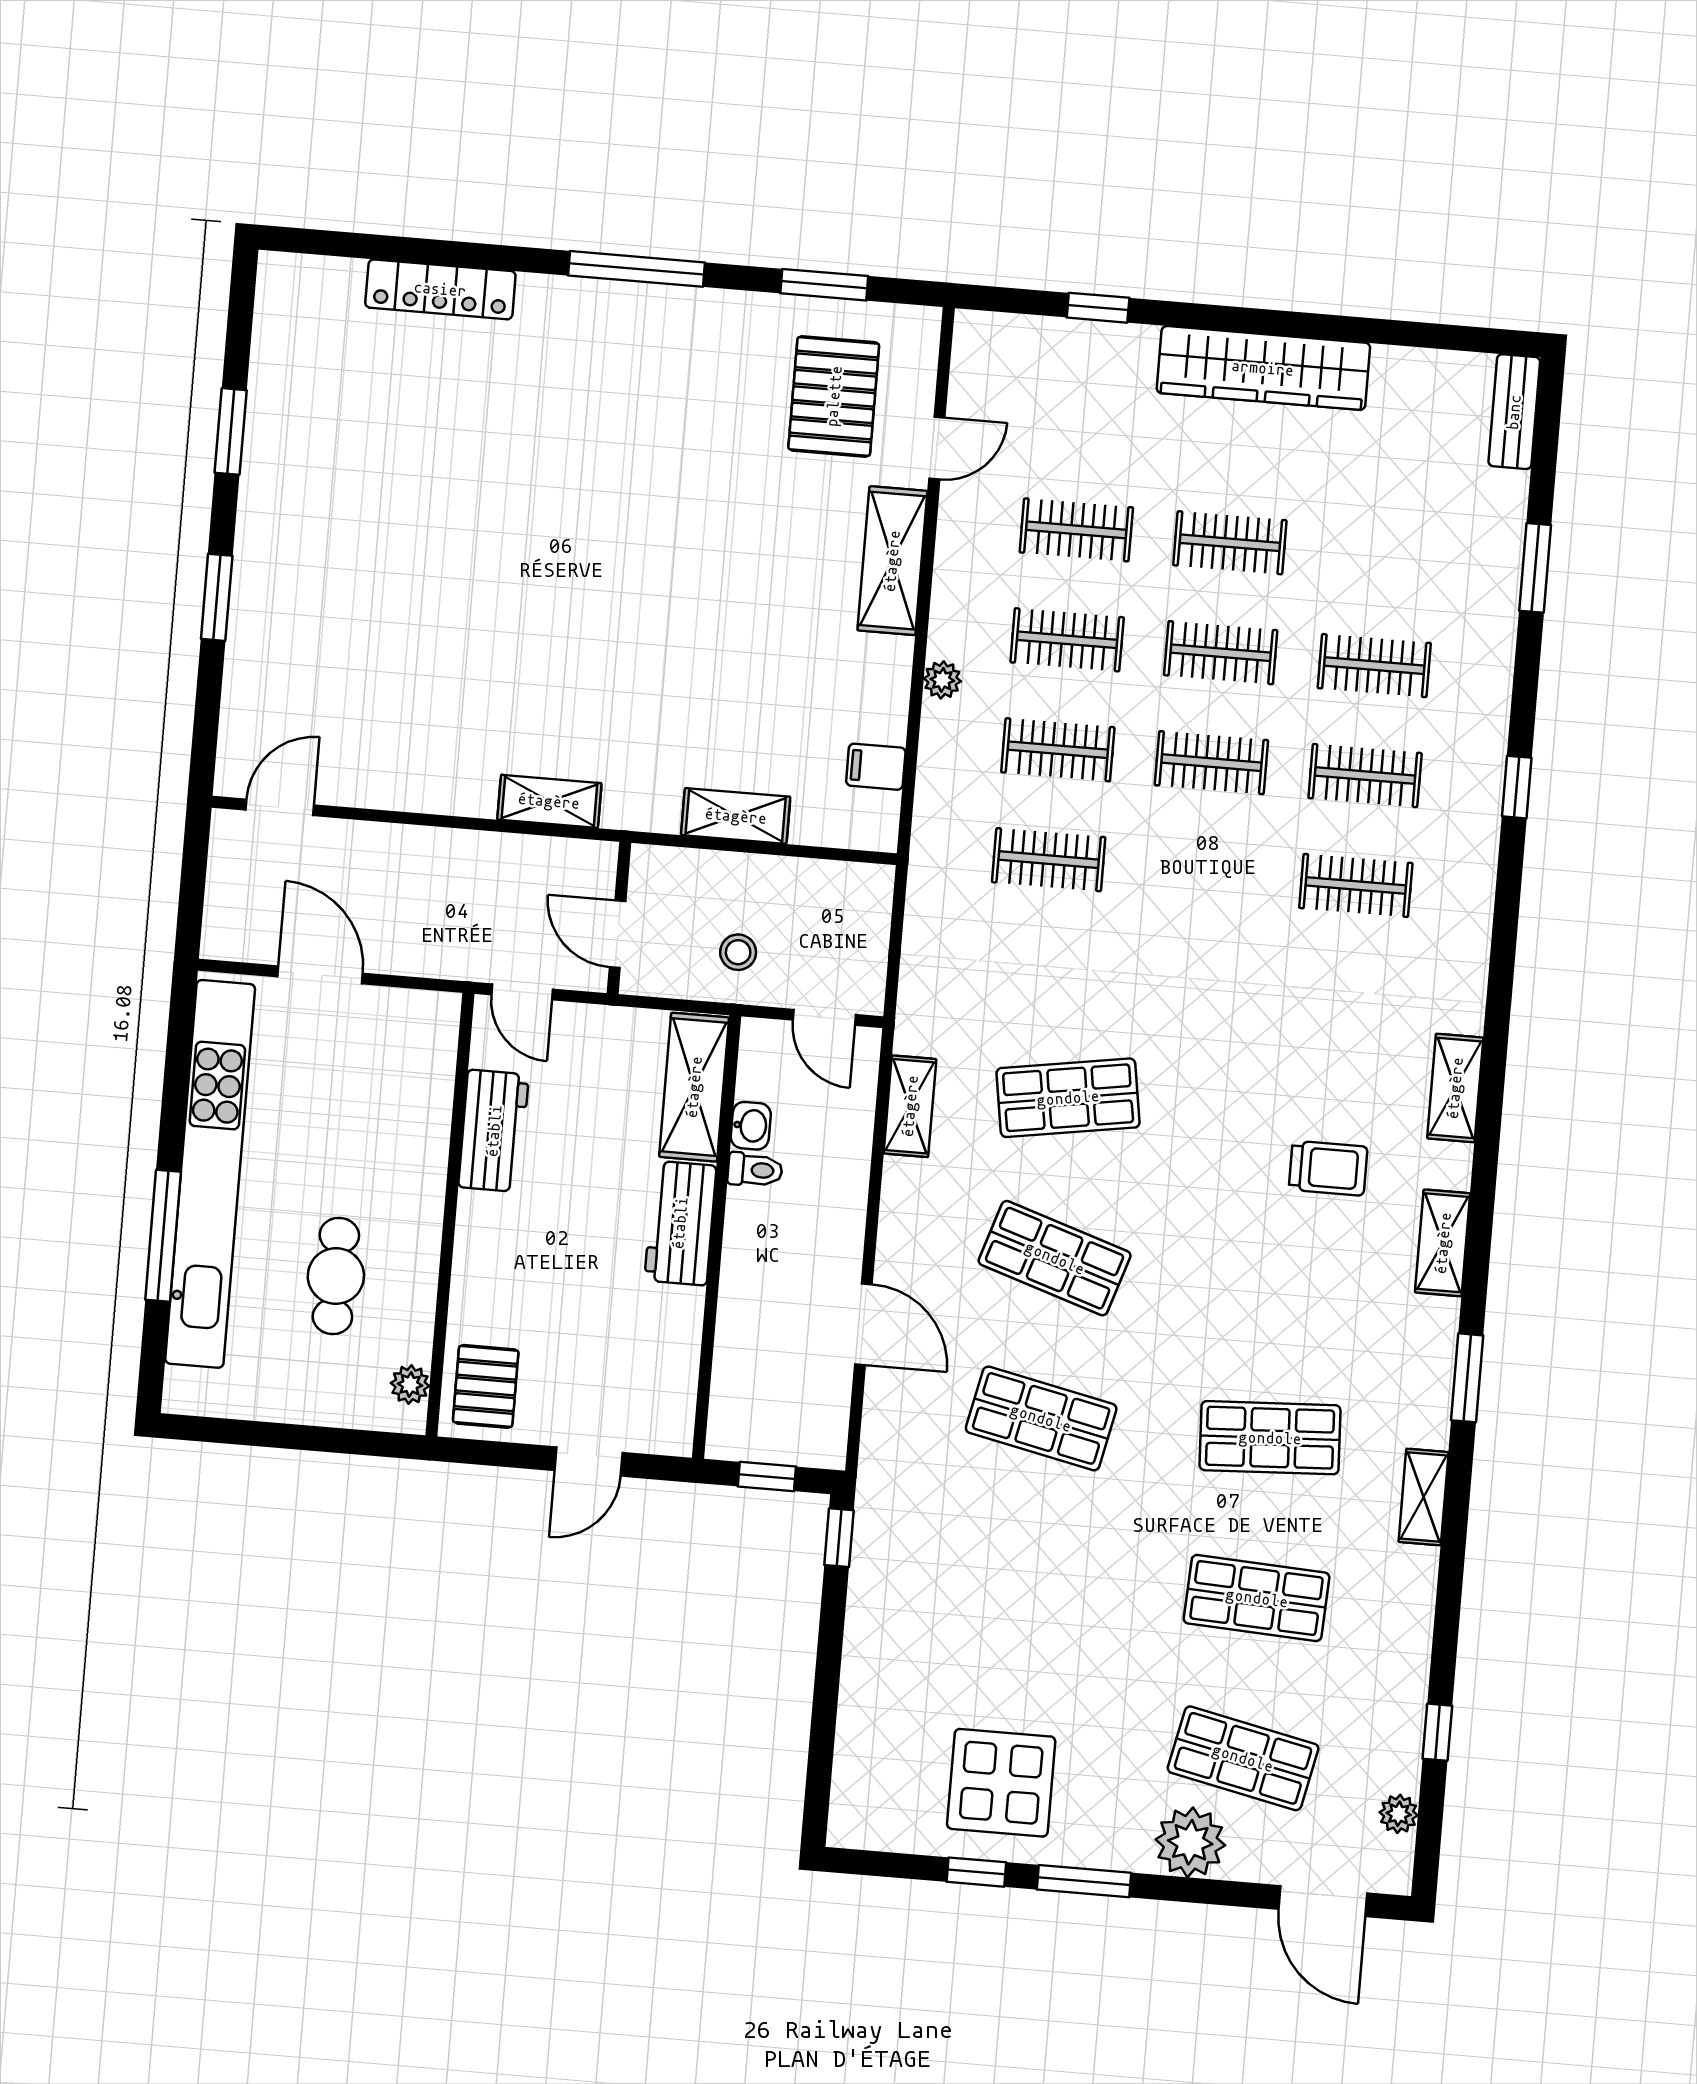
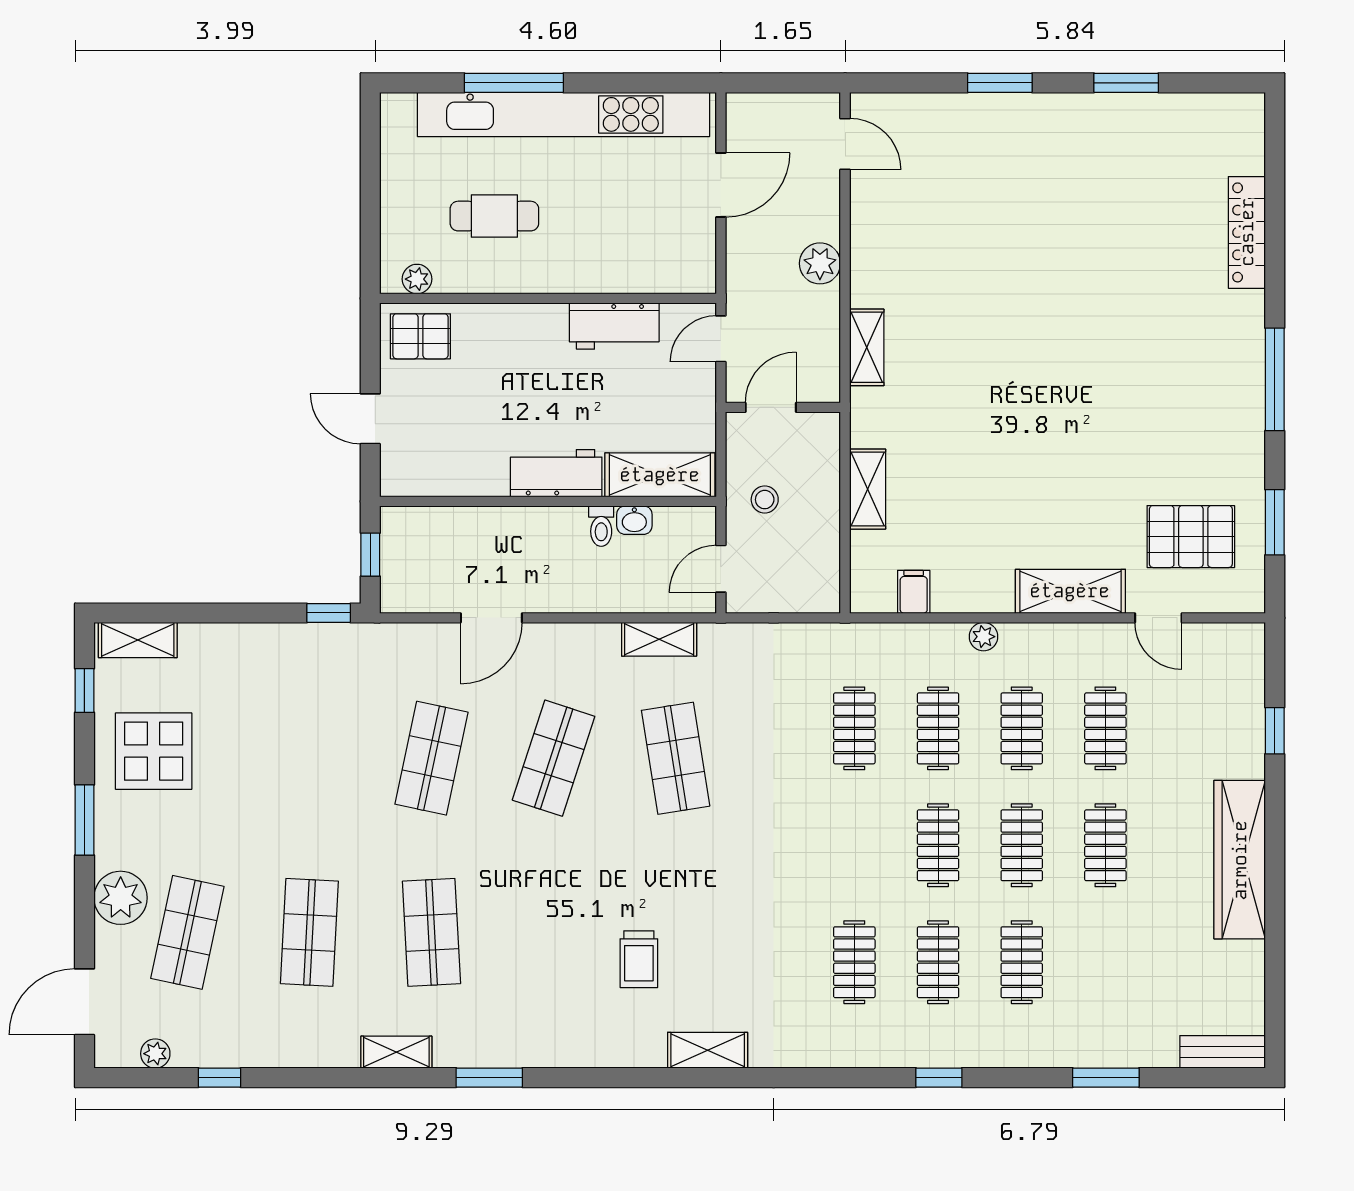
plant: (434, 854) -> (820, 263), added
shelving: (1443, 1243) -> (138, 640), moved
window: (976, 1872) -> (84, 690), moved

